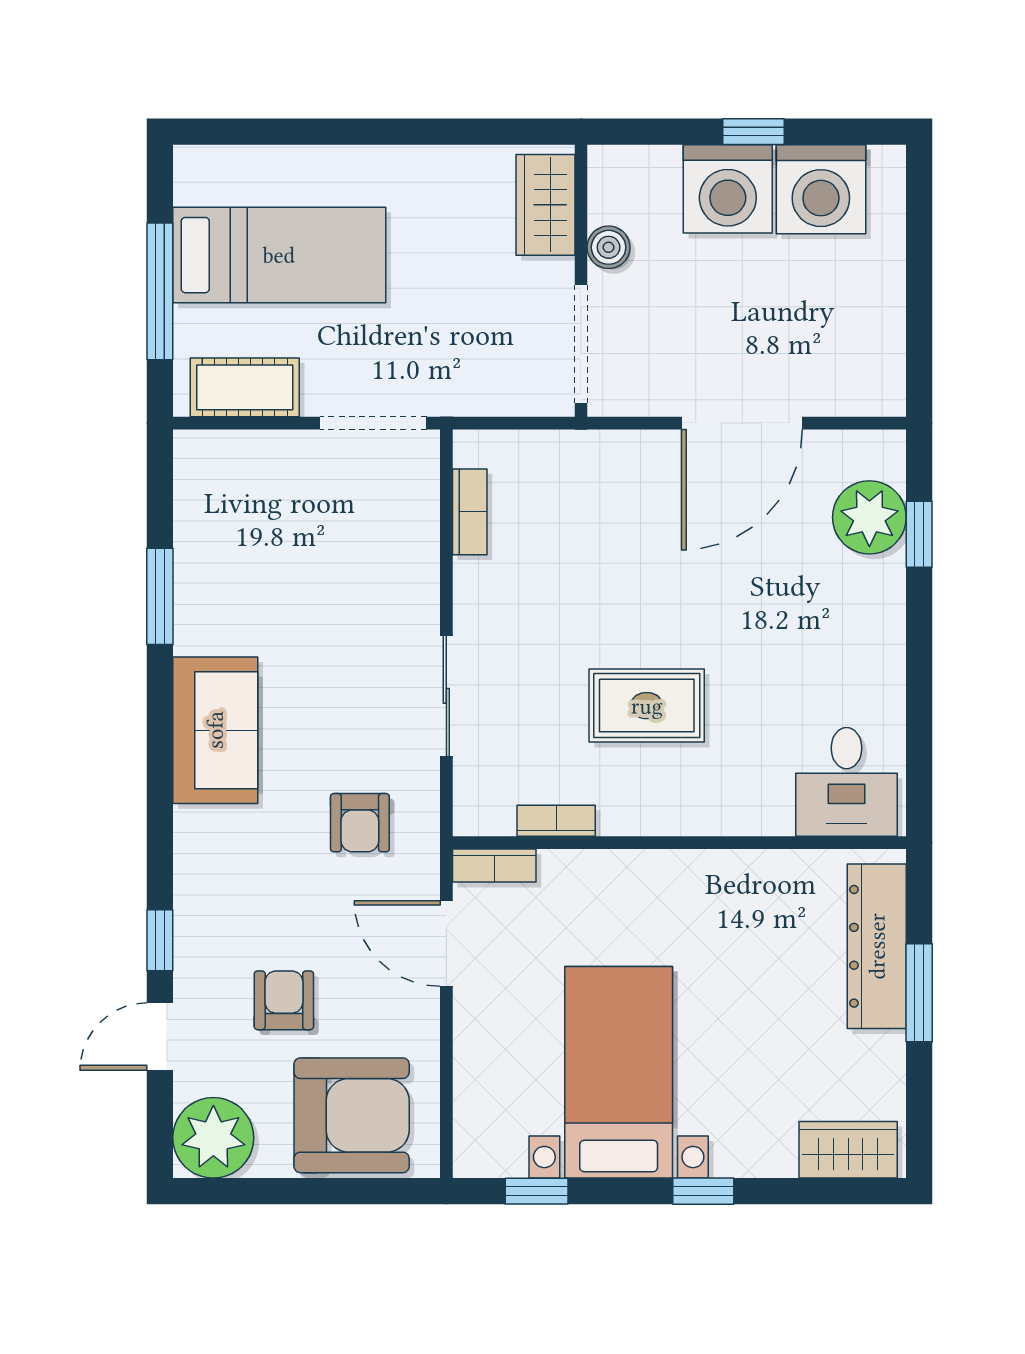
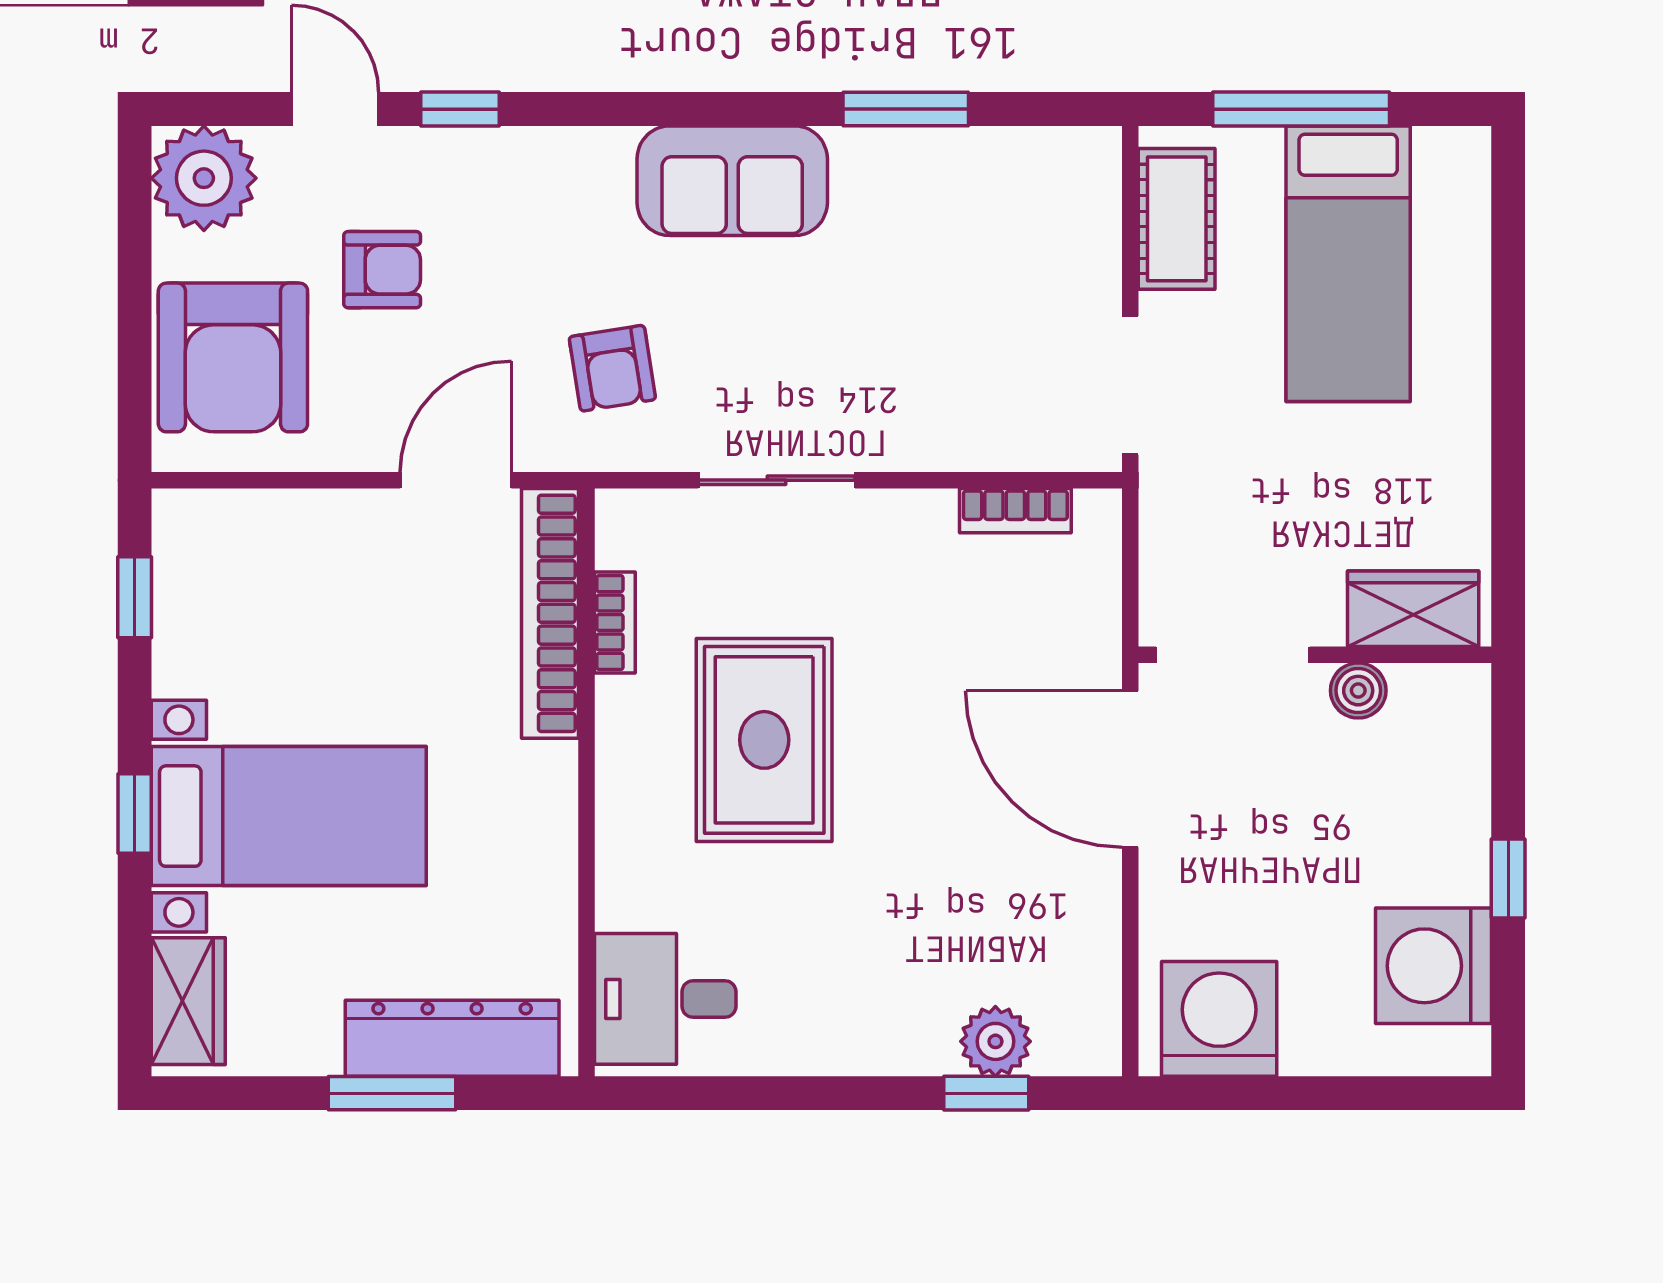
washing machine: (728, 189) -> (1219, 1019), moved, turned 90
door: (742, 423) -> (1130, 769), moved
plant: (869, 517) -> (995, 1041), width x0.73, depth x0.73
rug: (647, 706) -> (764, 740), width x1.36, depth x1.43
armchair: (360, 823) -> (612, 368), turned -99
bookcase: (494, 866) -> (550, 613), width x2.31, depth x1.31
bed with nightstands: (619, 1072) -> (289, 816), moved

